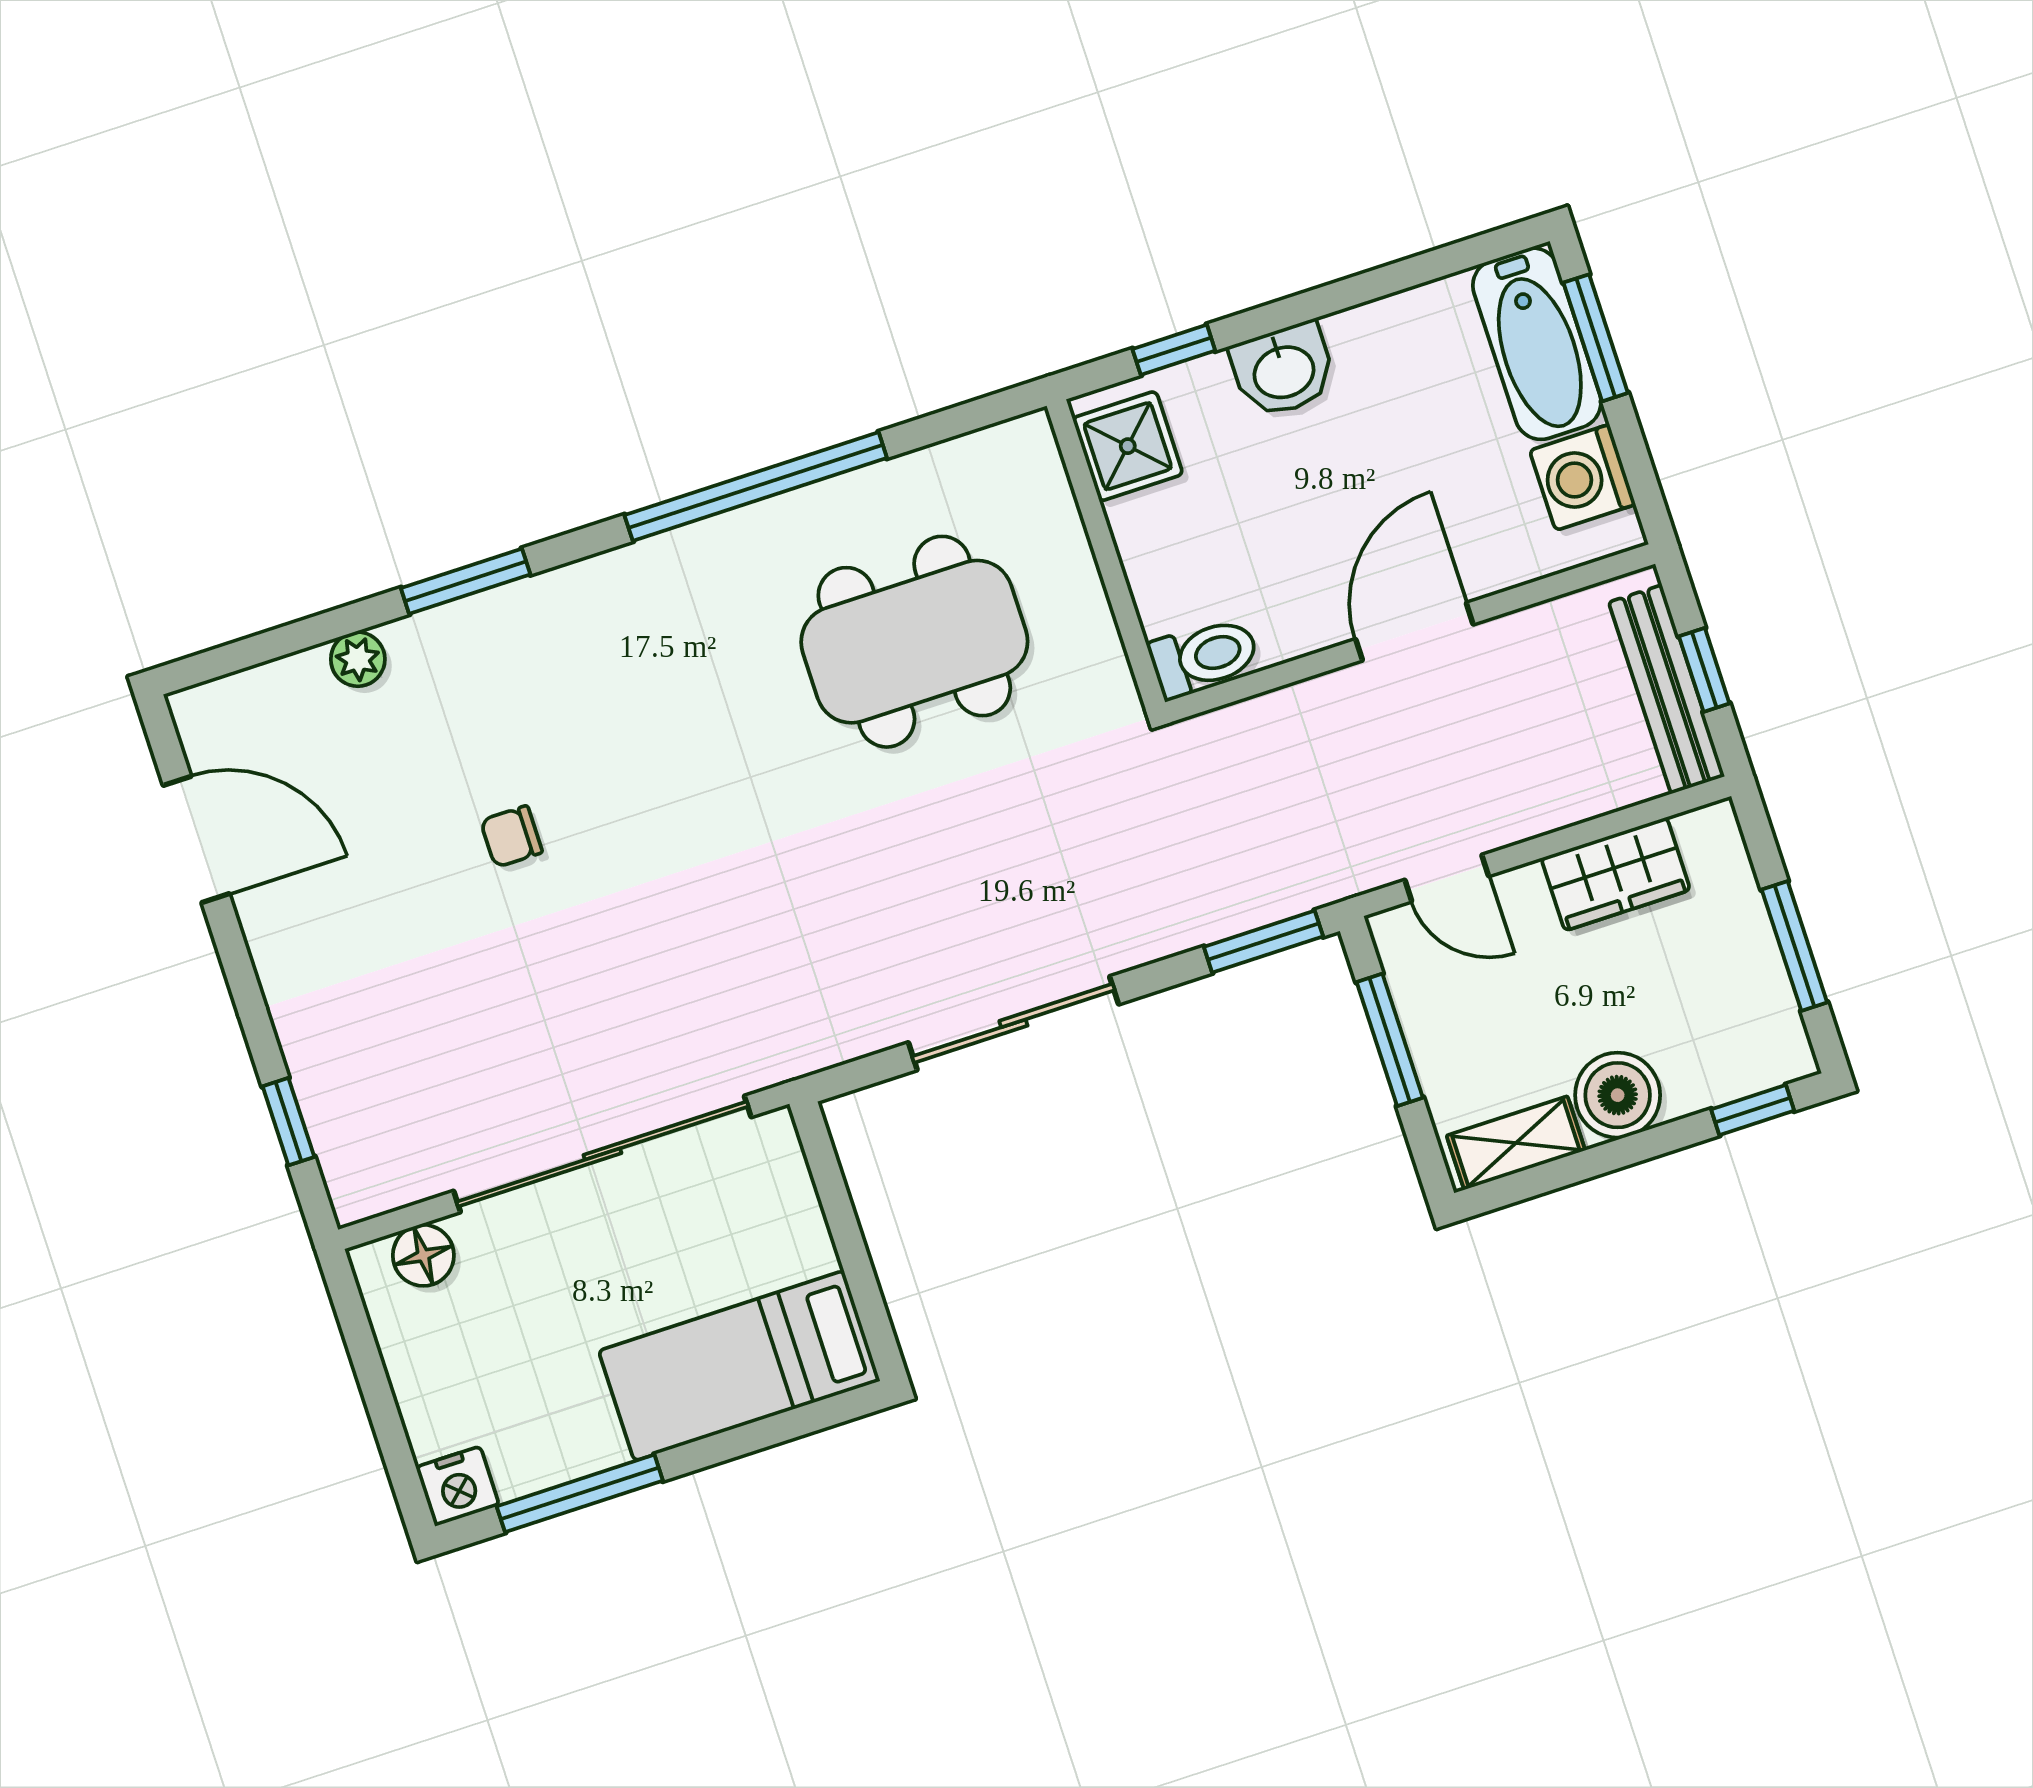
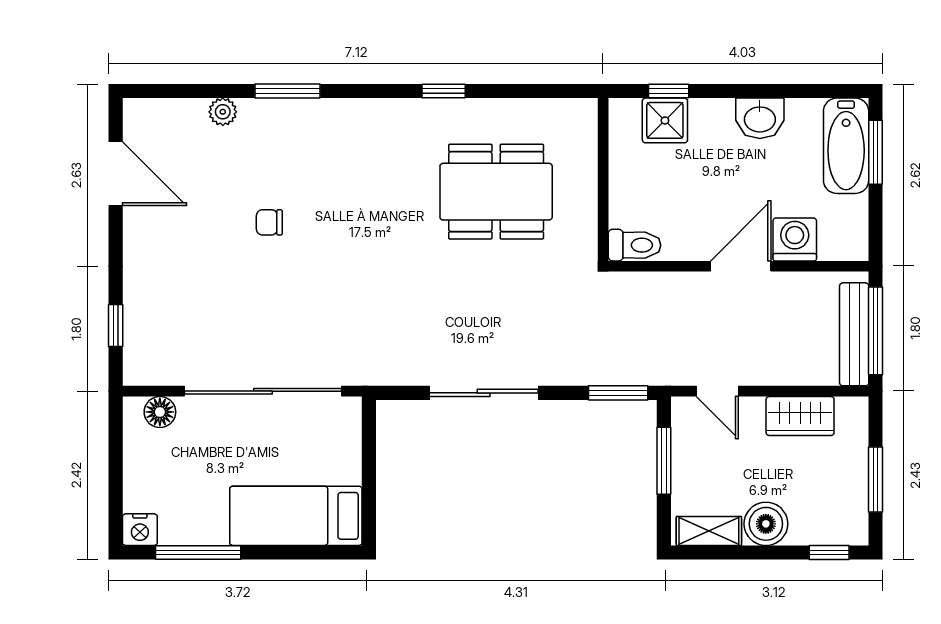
washbasin: (1283, 370) -> (760, 118), moved
shower: (1128, 446) -> (665, 120), moved
washing machine: (1583, 477) -> (795, 239), moved, turned 90
window: (756, 486) -> (444, 91), width x0.32
window: (1704, 670) -> (876, 331), width x2.17

